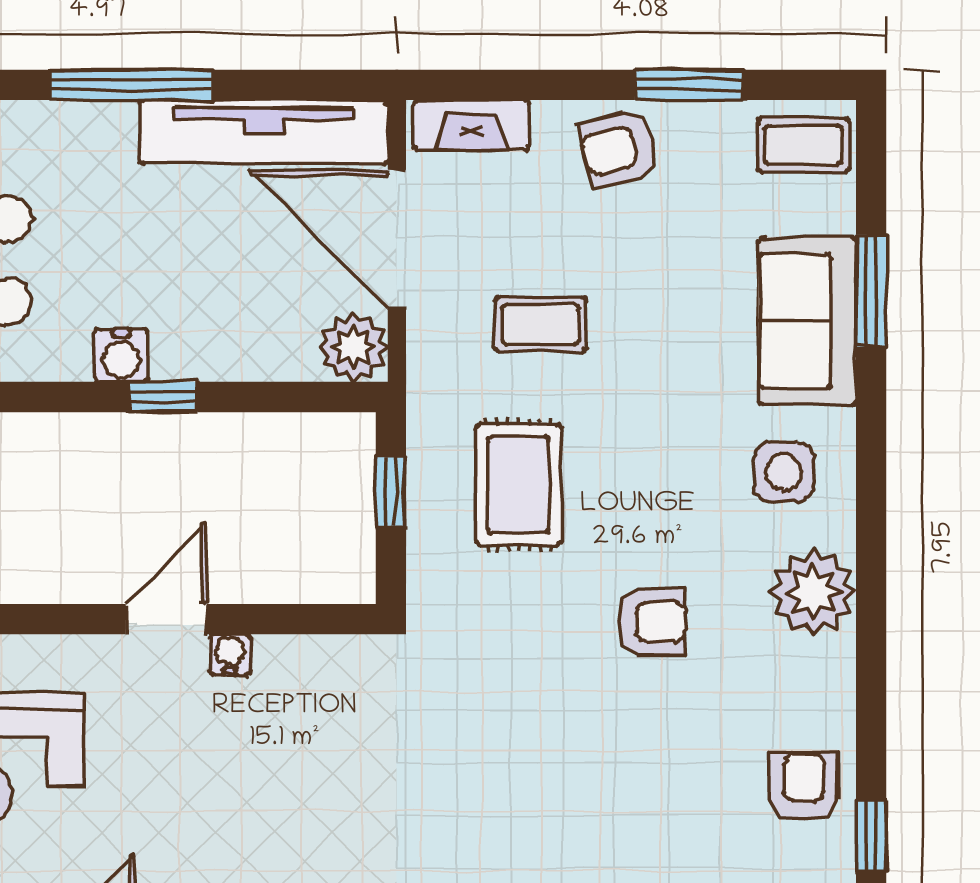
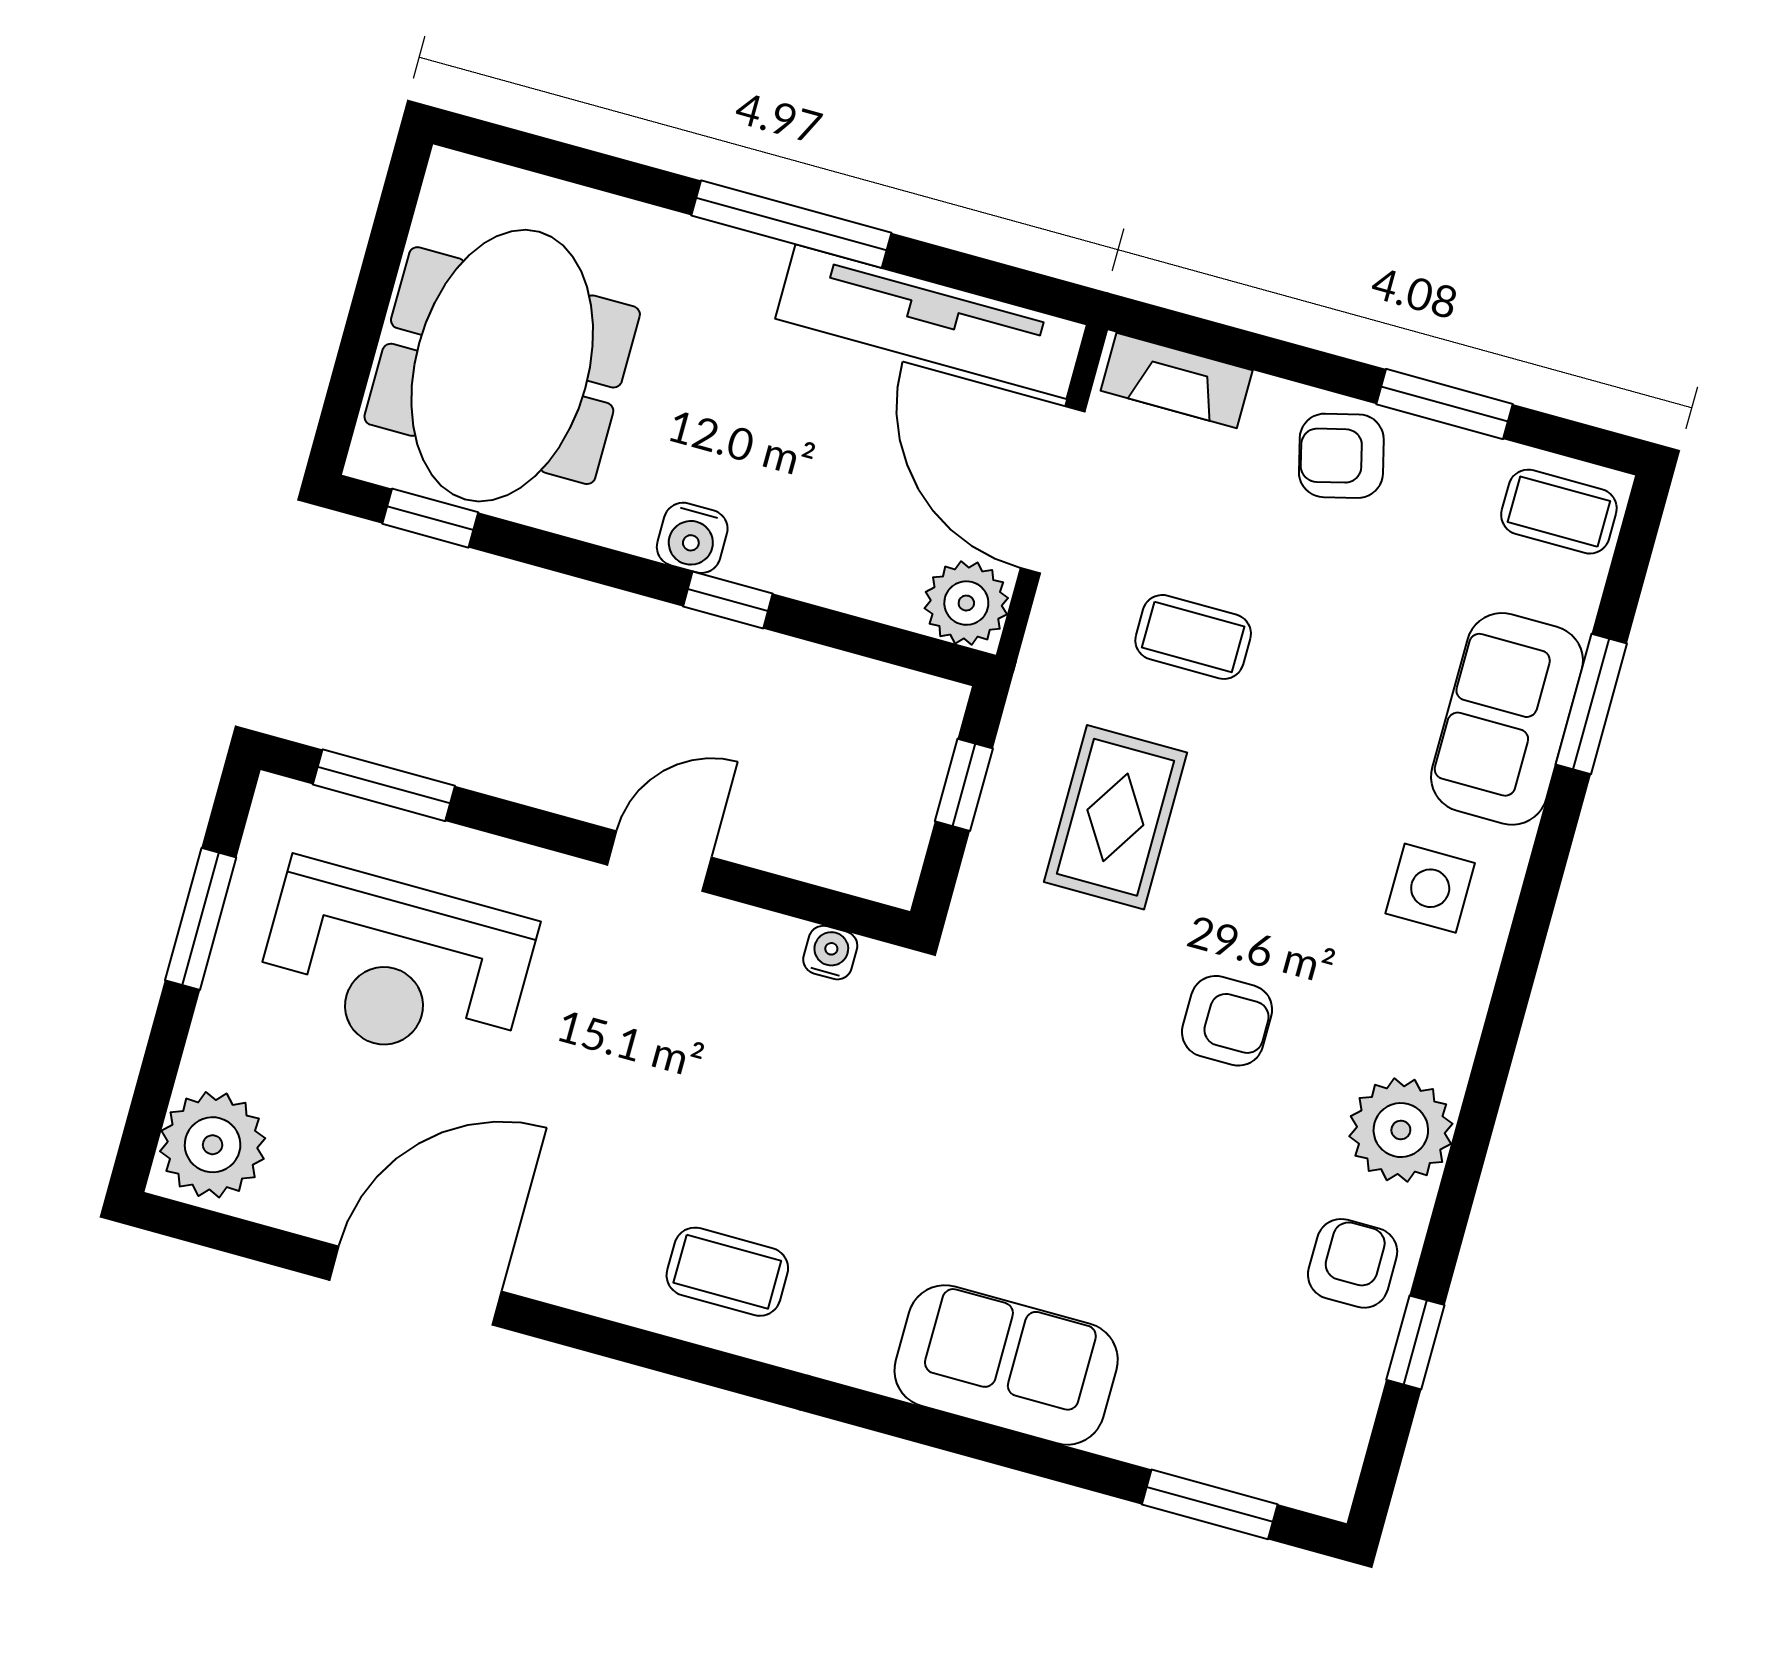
plant: (813, 592) -> (1401, 1130), moved
water cooler: (230, 654) -> (830, 953), moved

